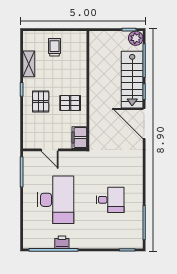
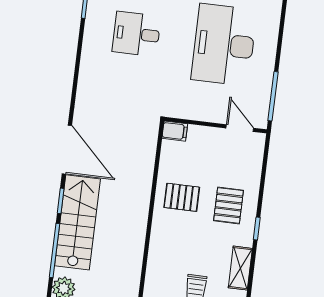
filing cabinet: (79, 138) -> (175, 131), width x0.50
door: (50, 150) -> (240, 128), moved

